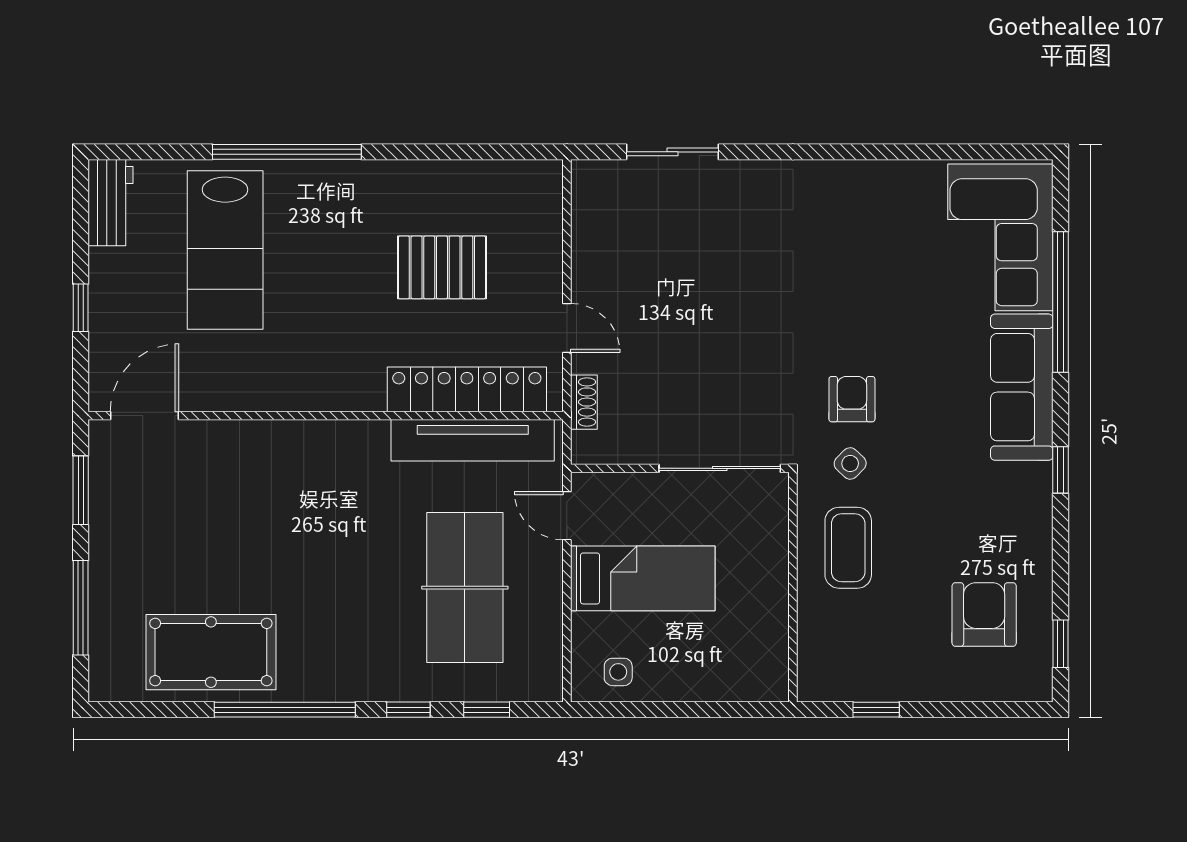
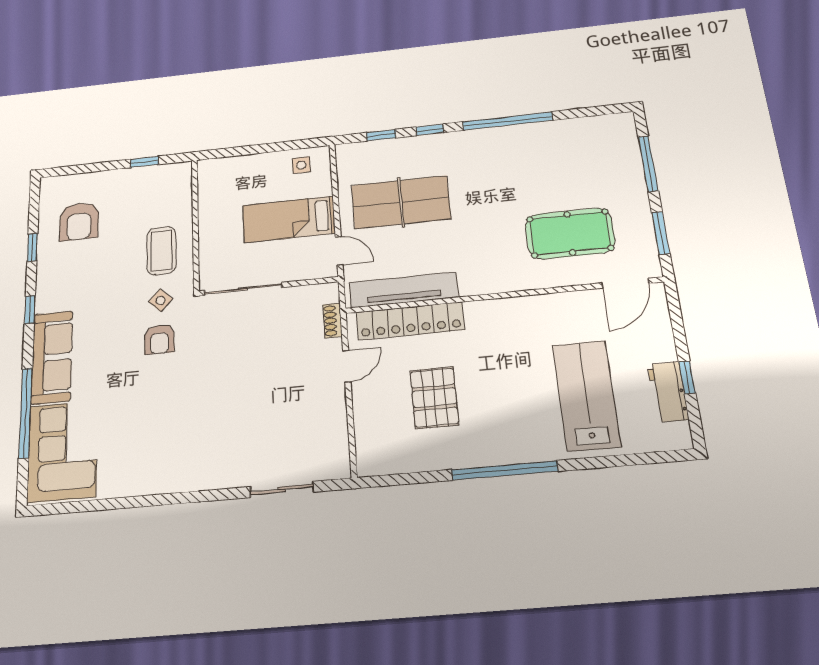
window: (287, 152) -> (505, 470), moved
workbench: (110, 203) -> (668, 392), moved
pallet: (442, 267) -> (434, 398), turned 90
window: (81, 308) -> (687, 377), moved
door: (567, 328) -> (347, 366), swing flipped
table tennis table: (465, 588) -> (401, 202), turned 90
window: (1060, 644) -> (32, 247), moved
pool table: (211, 652) -> (570, 233), moved

